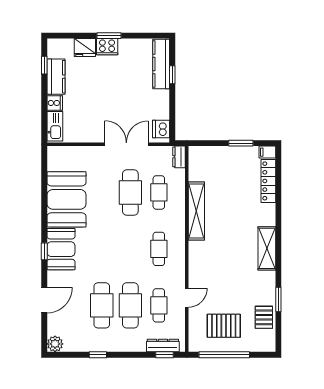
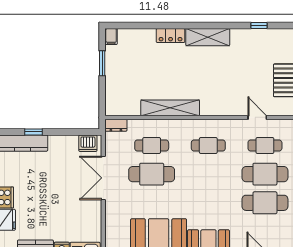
locker: (268, 181) -> (171, 36), moved, width x0.66
window: (278, 300) -> (259, 26), width x0.67
pallet: (264, 317) -> (277, 40), removed

